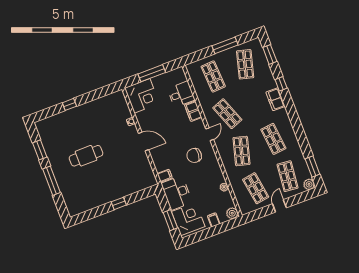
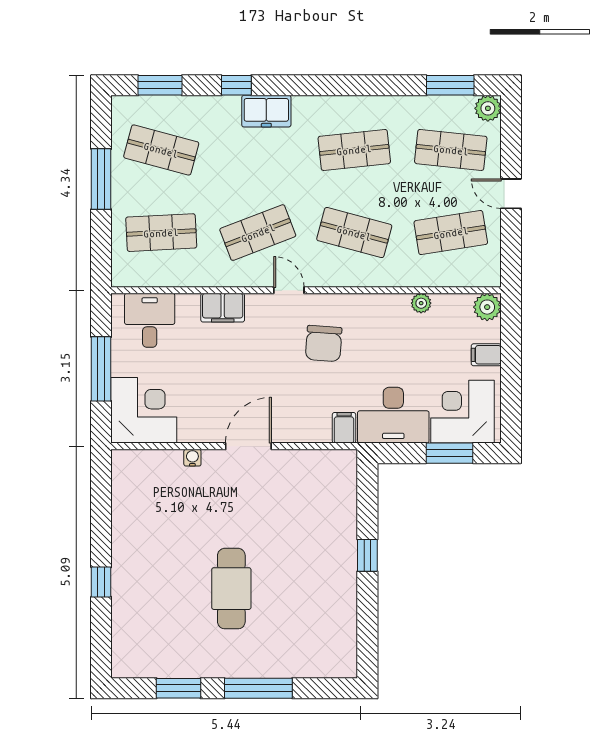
desk: (181, 94) -> (150, 320), moved

